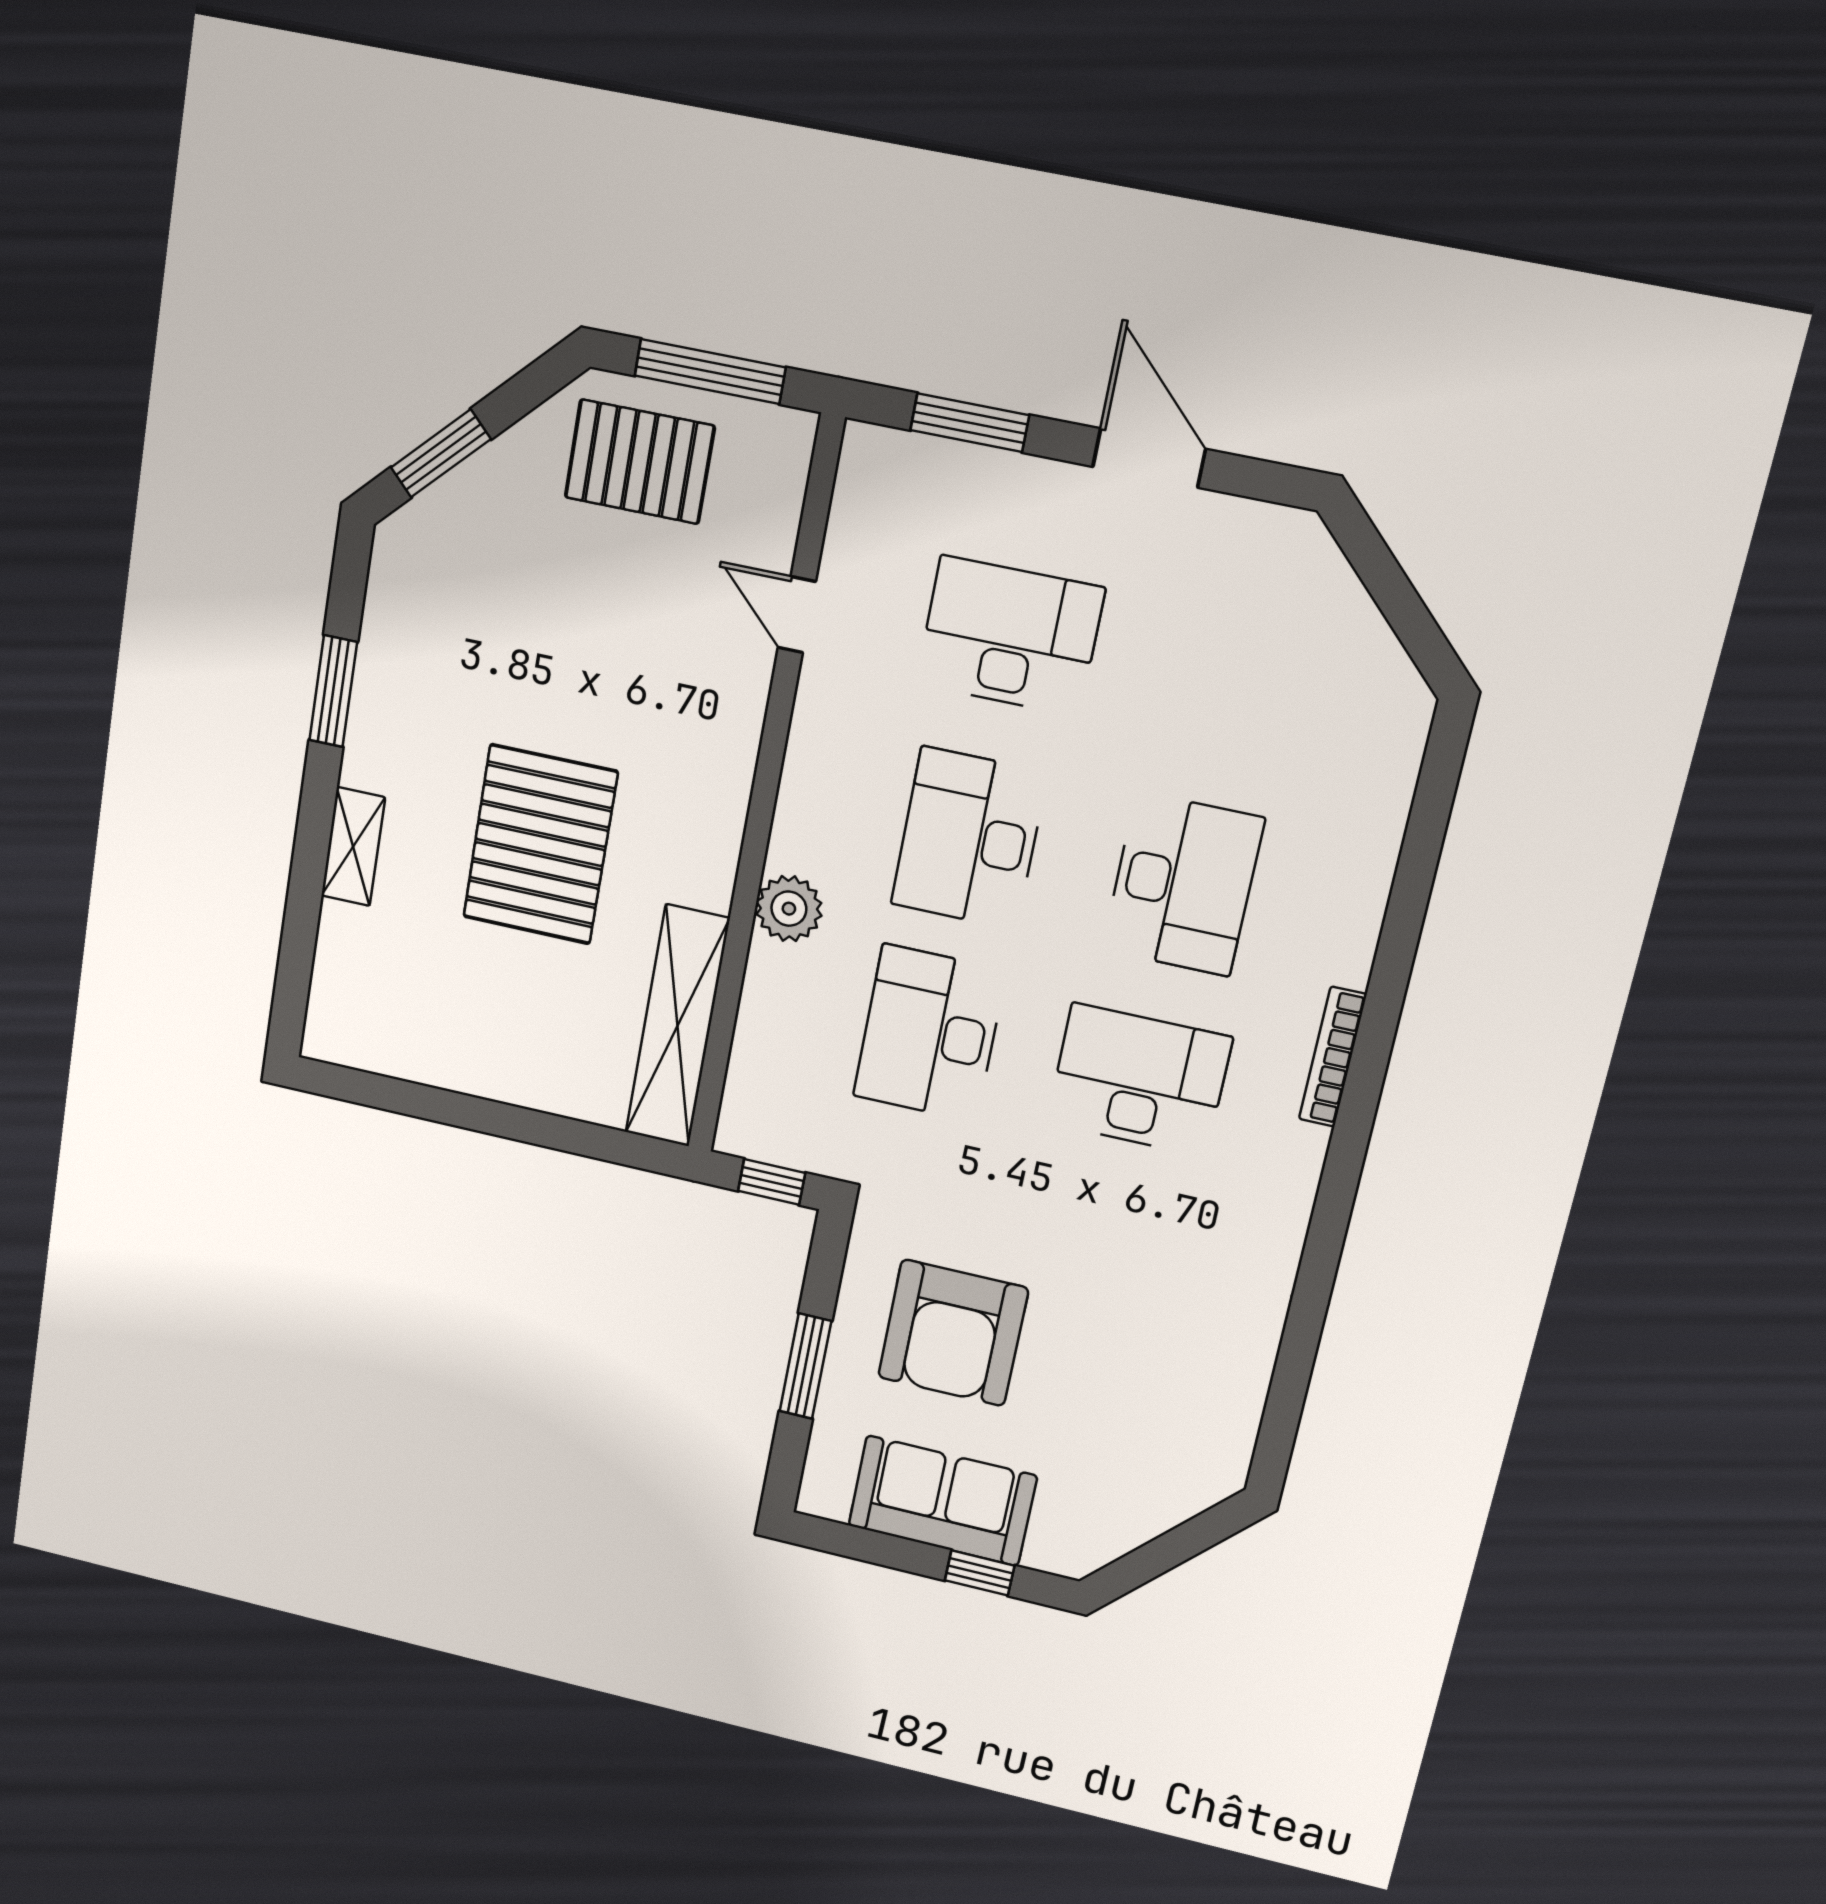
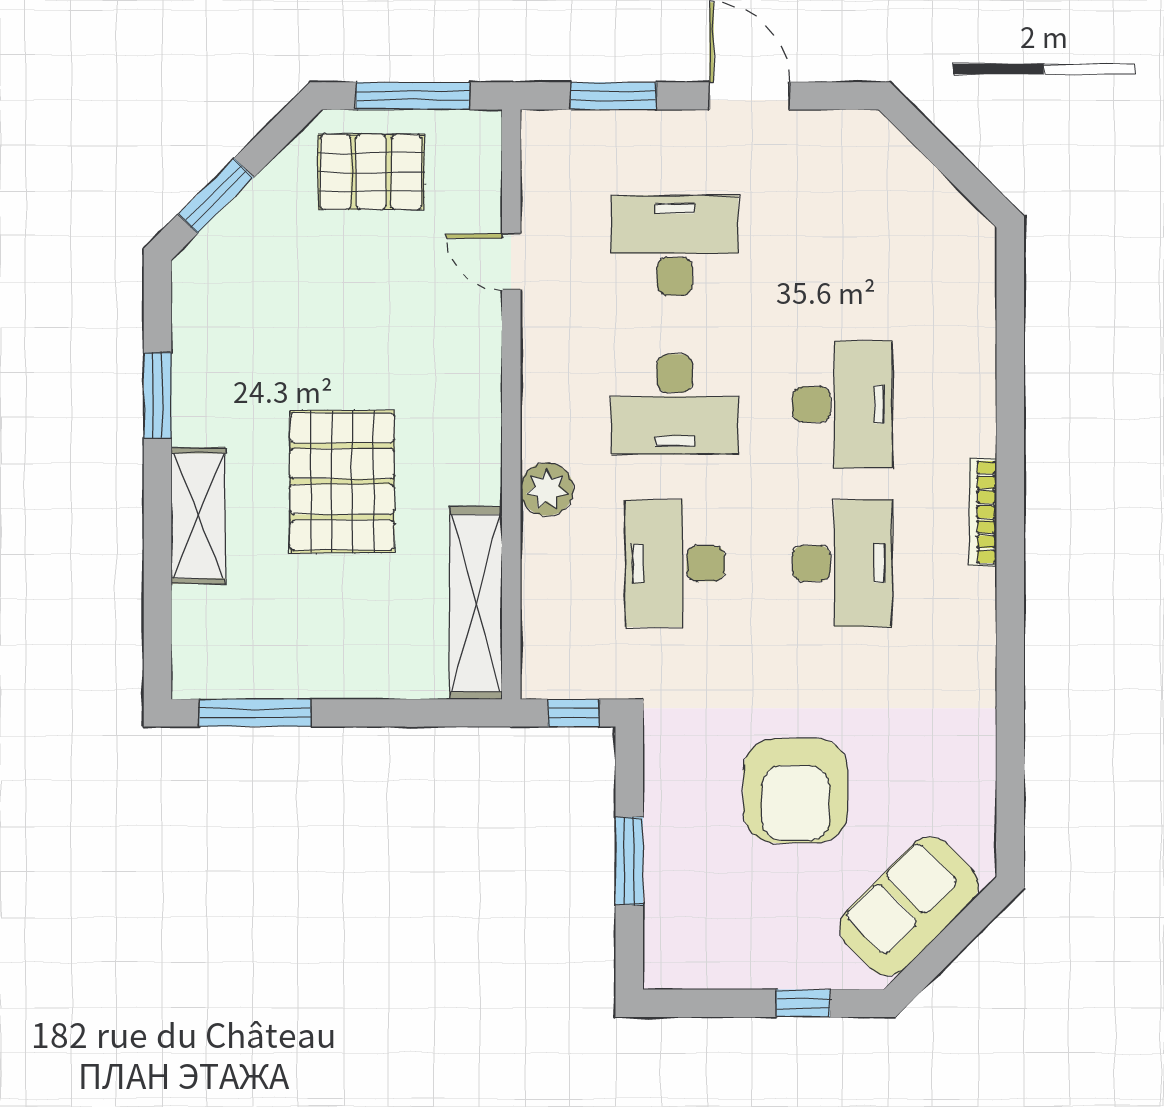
desk: (969, 838) -> (675, 404), turned -90
shelving: (353, 847) -> (198, 516), width x1.50, depth x1.33
desk: (1139, 1080) -> (842, 563), turned 90
window: (394, 1095) -> (255, 713), added
armchair: (953, 1333) -> (796, 791), moved
sofa: (942, 1501) -> (909, 906), moved, turned -45

